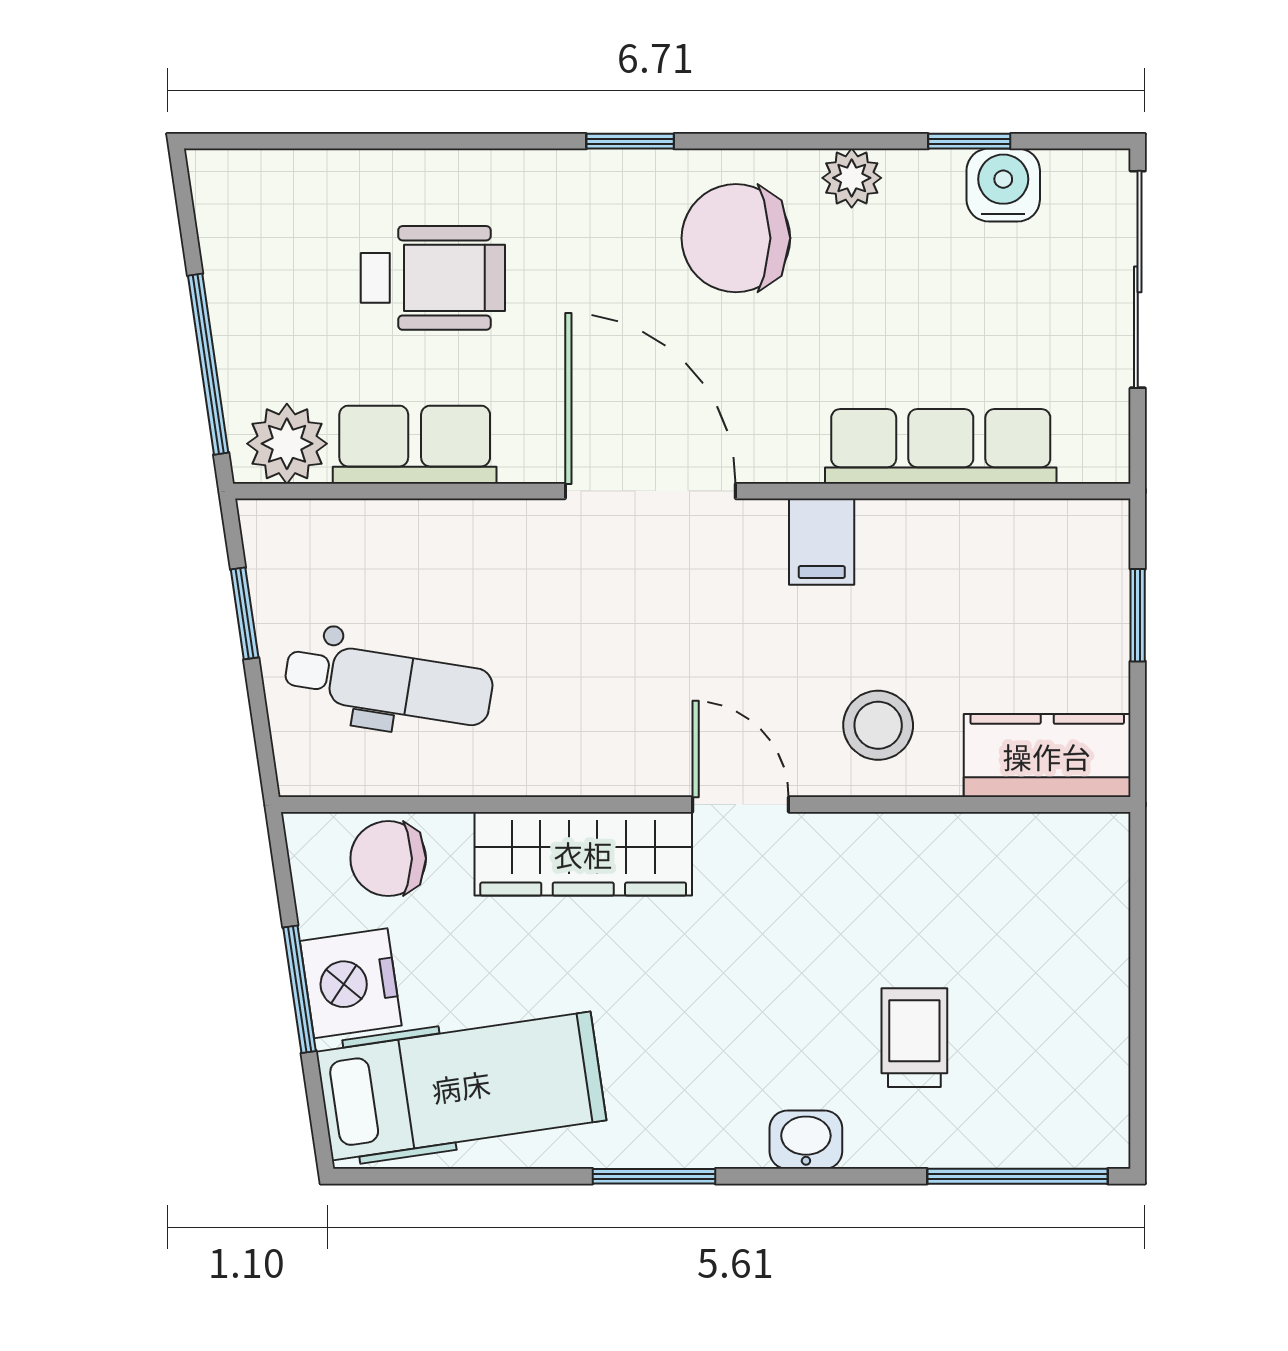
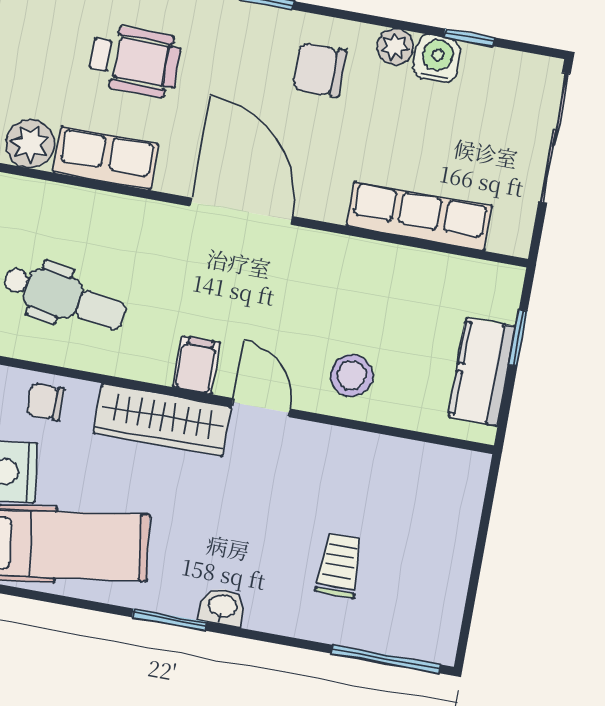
water cooler: (1003, 185) -> (437, 59), moved
chair: (736, 238) -> (320, 70), width x0.73, depth x0.73
filing cabinet: (822, 542) -> (197, 365), moved, turned 180
kitchen counter: (1047, 756) -> (482, 372), moved, turned -90
chair: (388, 859) -> (45, 402), width x0.73, depth x0.73
washbasin: (806, 1140) -> (222, 607), moved

